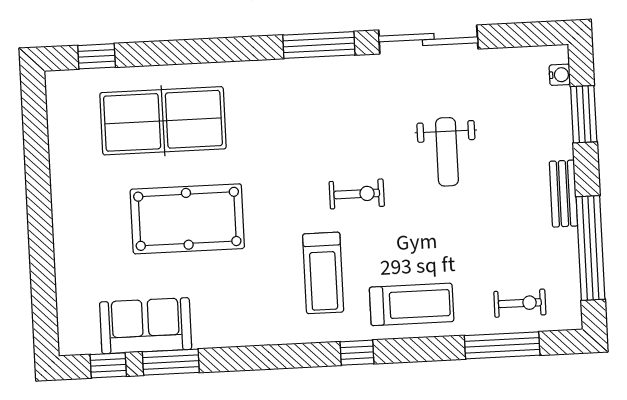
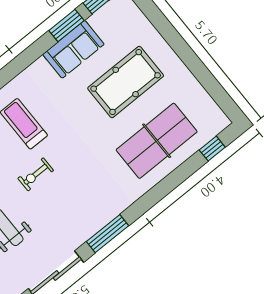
pool table: (187, 219) -> (126, 82), moved
sofa: (146, 326) -> (73, 49), moved

